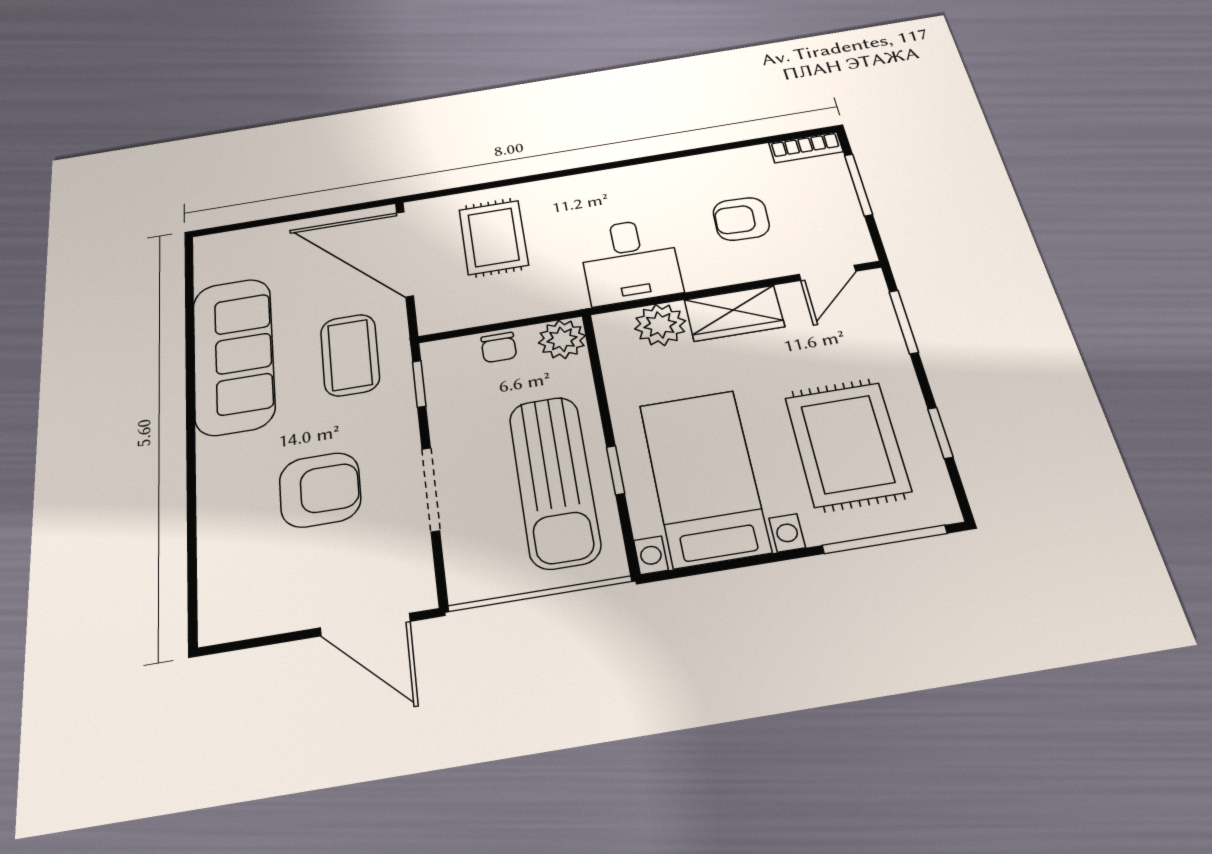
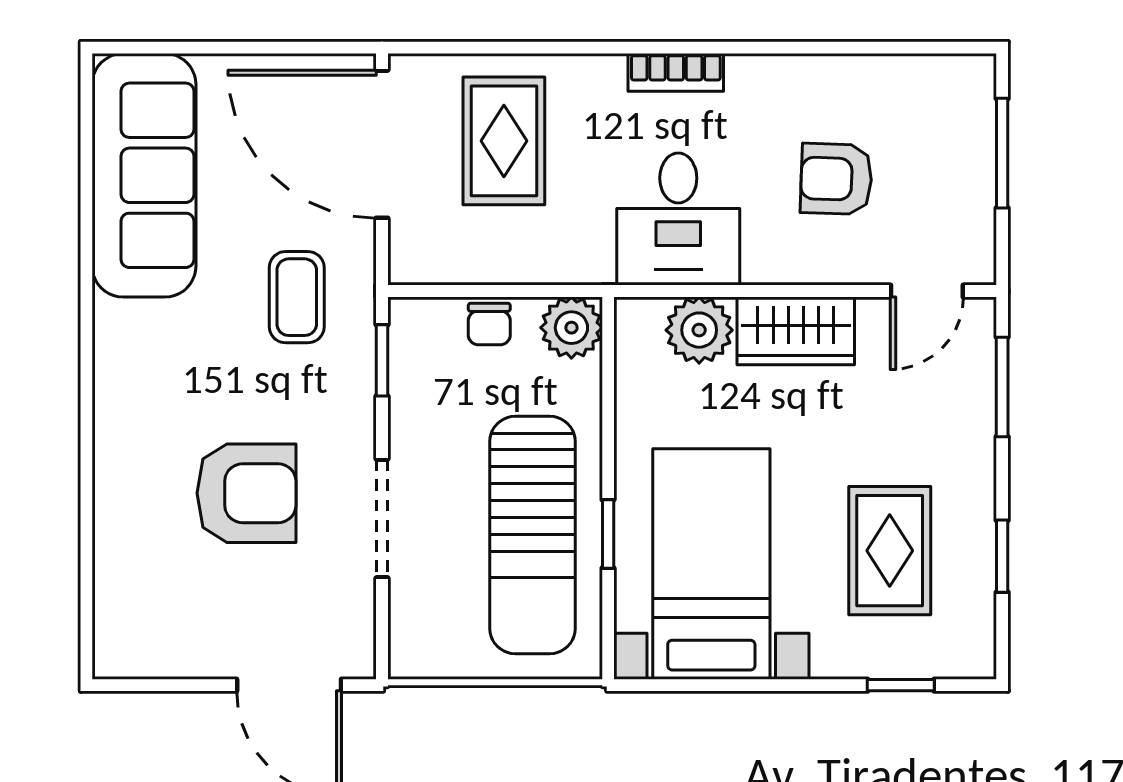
bookcase: (806, 147) -> (676, 72), moved
sofa: (233, 355) -> (144, 175), moved
coffee table: (350, 355) -> (297, 297), width x0.73, depth x0.77
rug: (847, 444) -> (890, 551), width x0.73, depth x0.70
window: (885, 539) -> (901, 685), width x0.46

